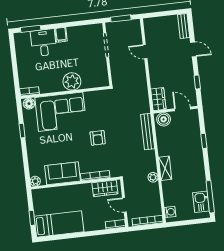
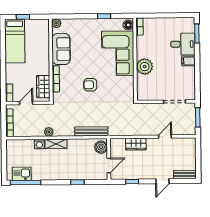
wardrobe: (158, 99) -> (136, 144), moved
washing machine: (170, 212) -> (39, 144), moved

